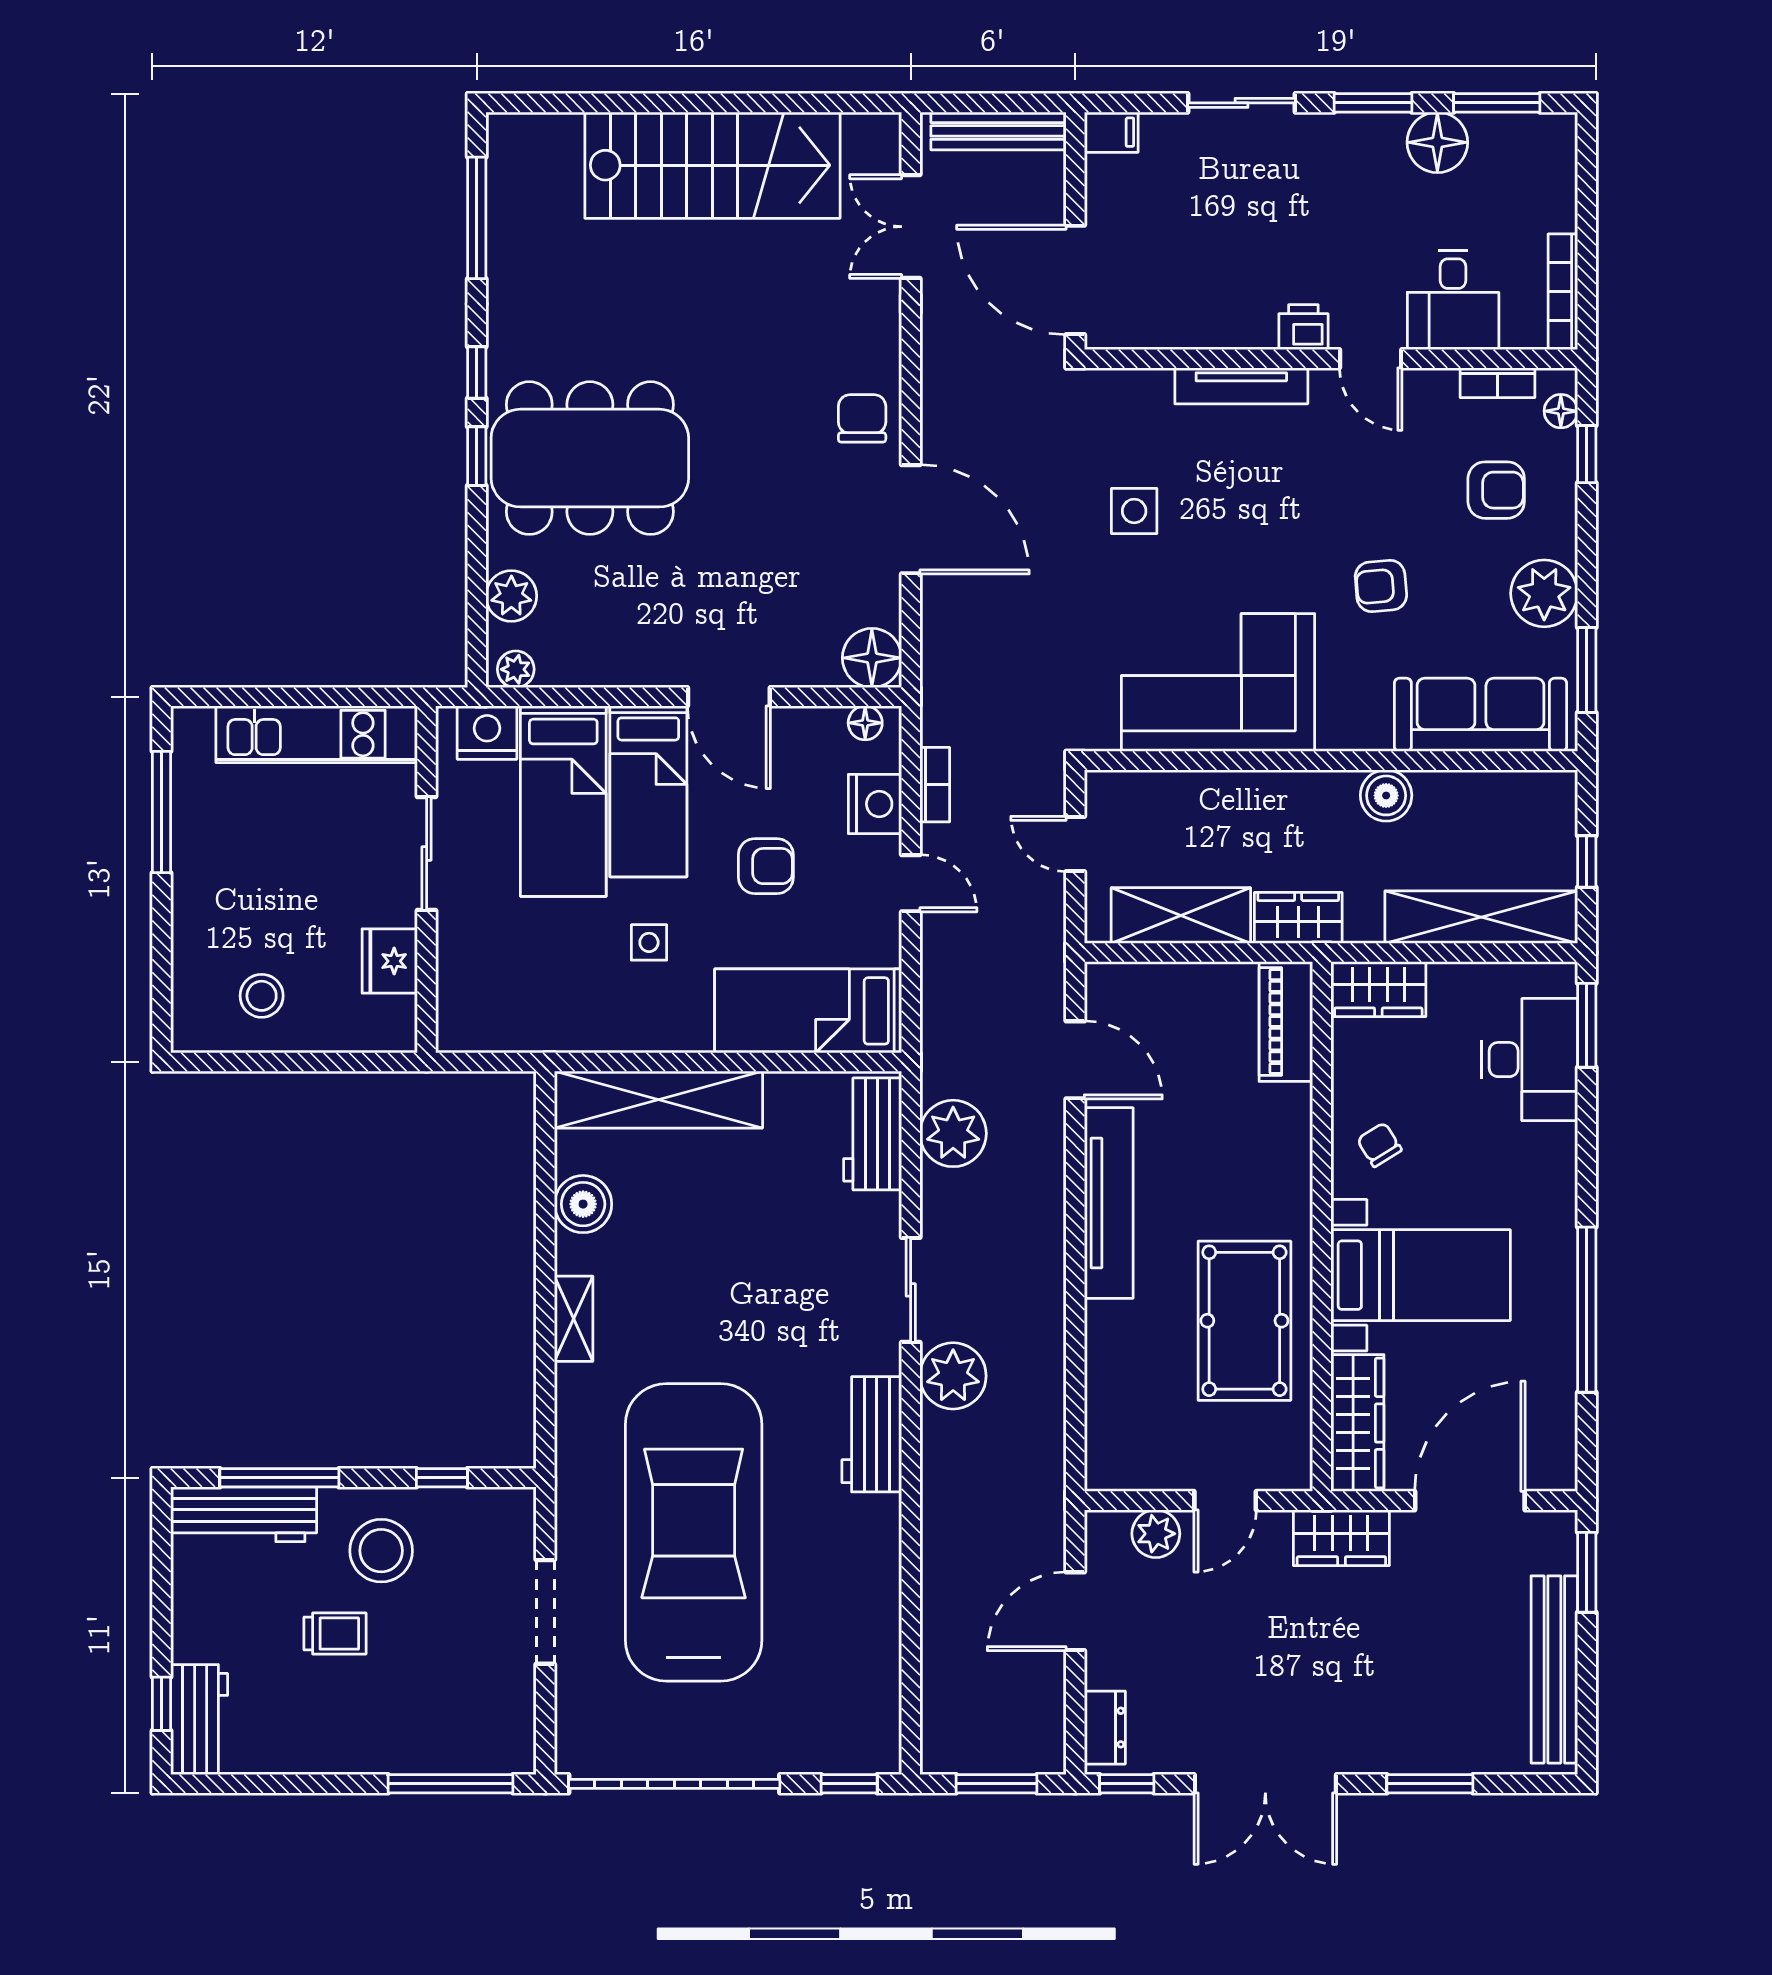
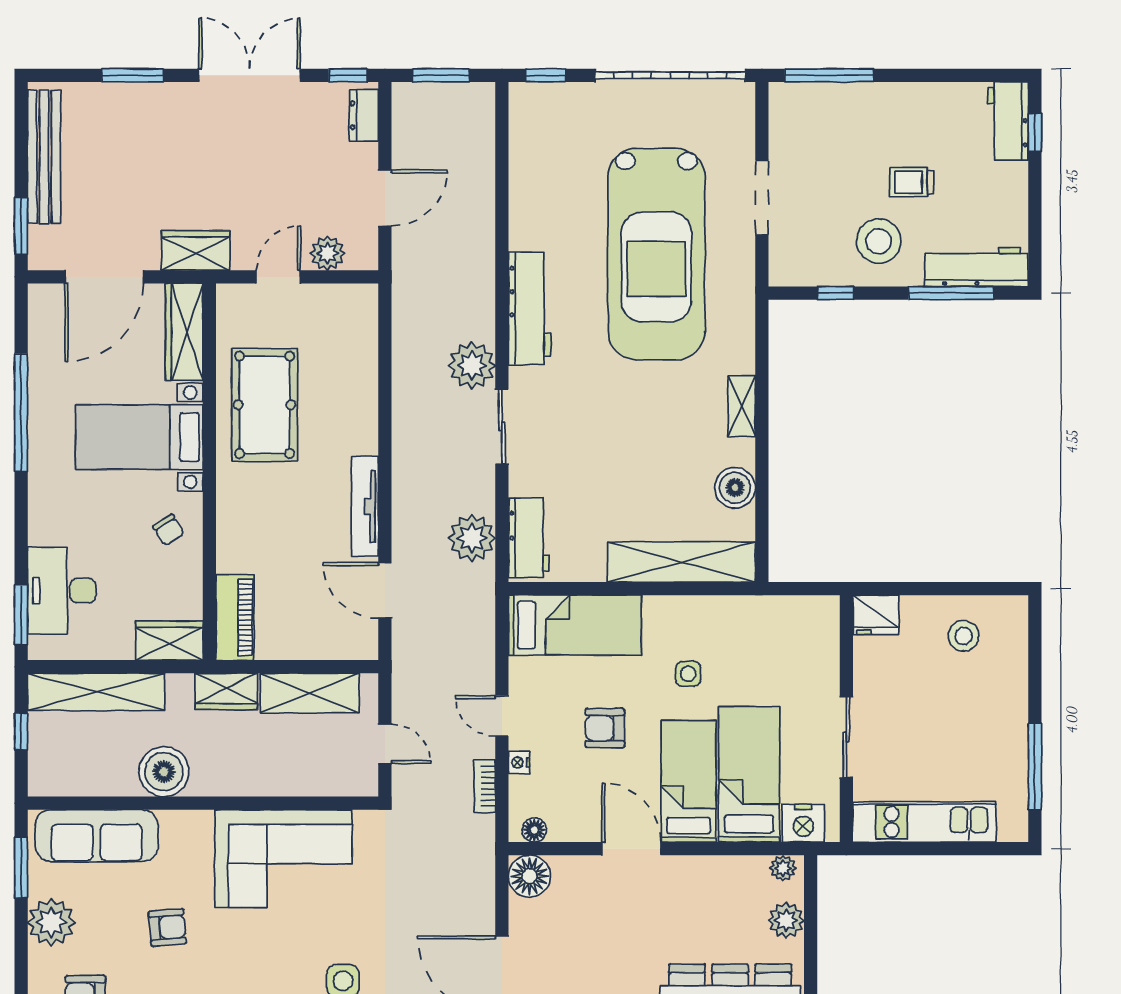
boiler: (1386, 795) -> (164, 772), width x1.37, depth x1.37
nightstand: (875, 804) -> (519, 762), width x0.53, depth x0.56
fridge: (390, 961) -> (876, 615), moved, turned 90
tv unit: (1109, 1203) -> (365, 506), width x0.73, depth x0.78
workbench: (872, 1434) -> (530, 309), width x1.38

